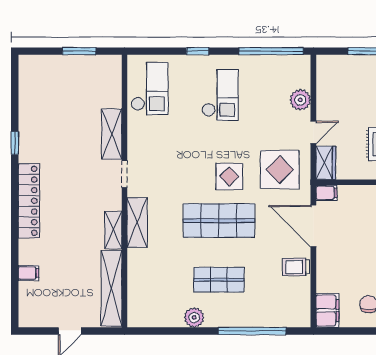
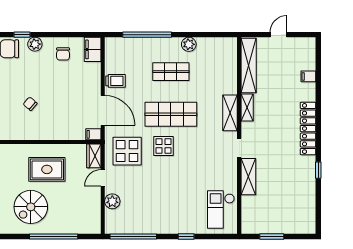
checkout: (220, 95) -> (170, 205), removed

